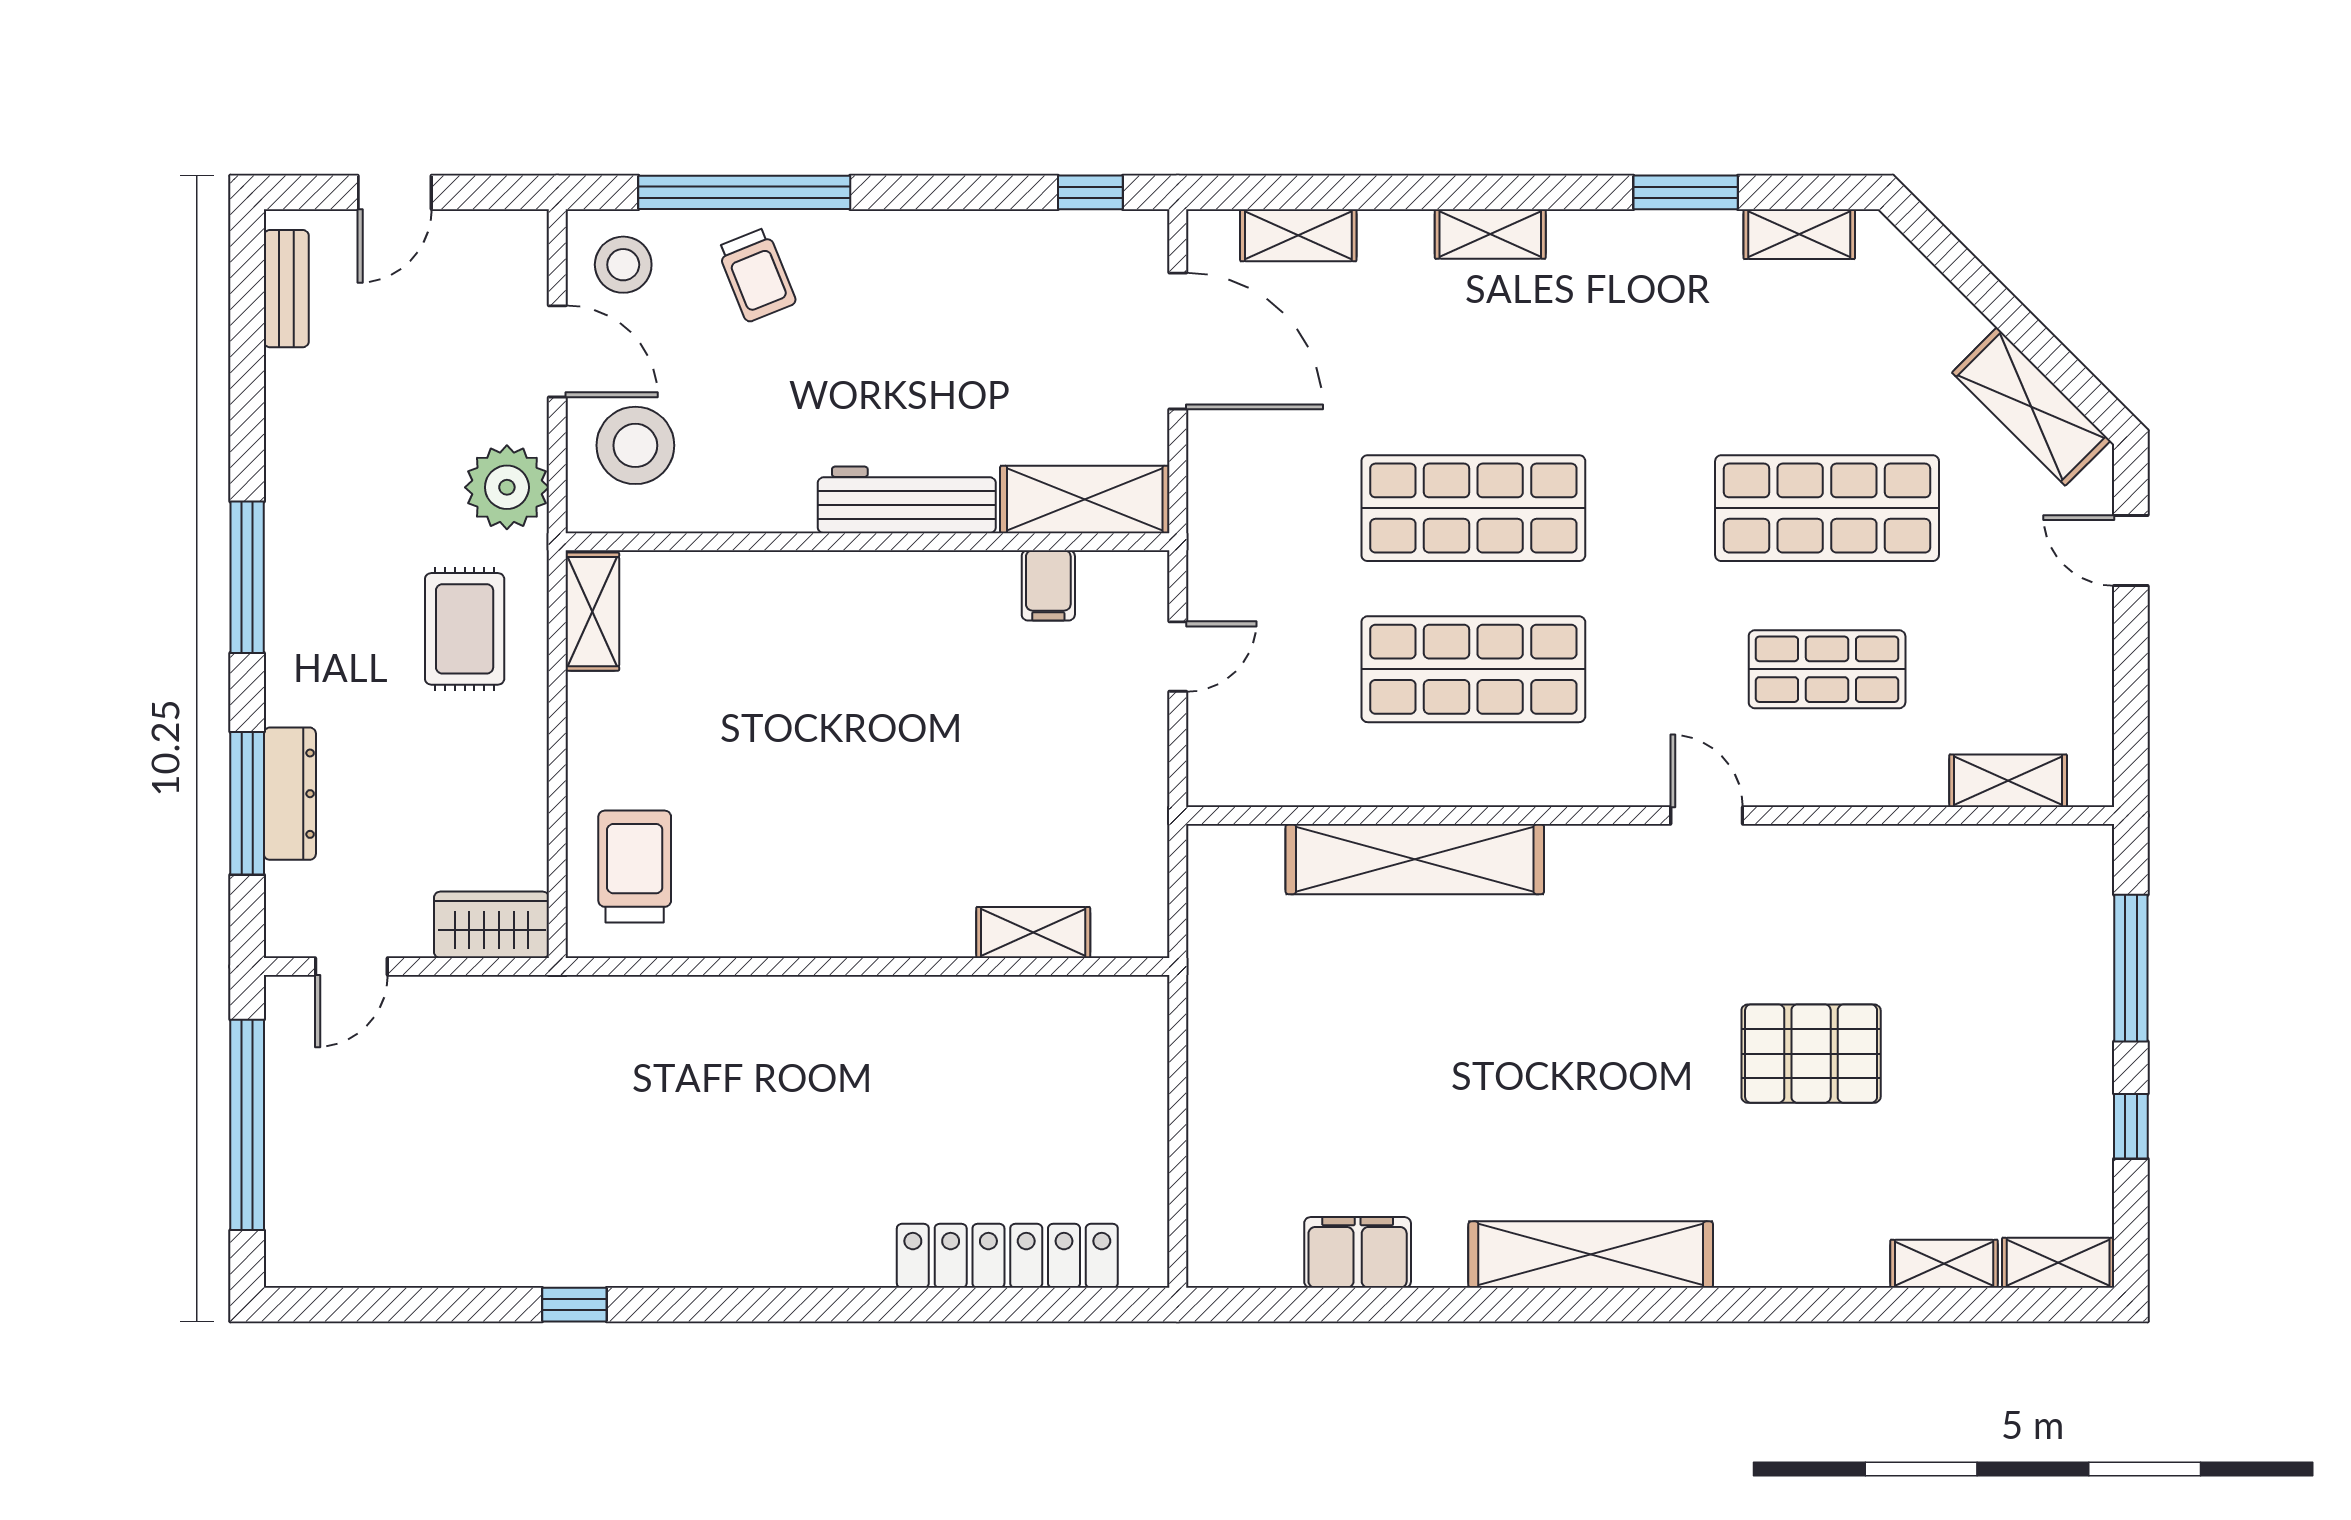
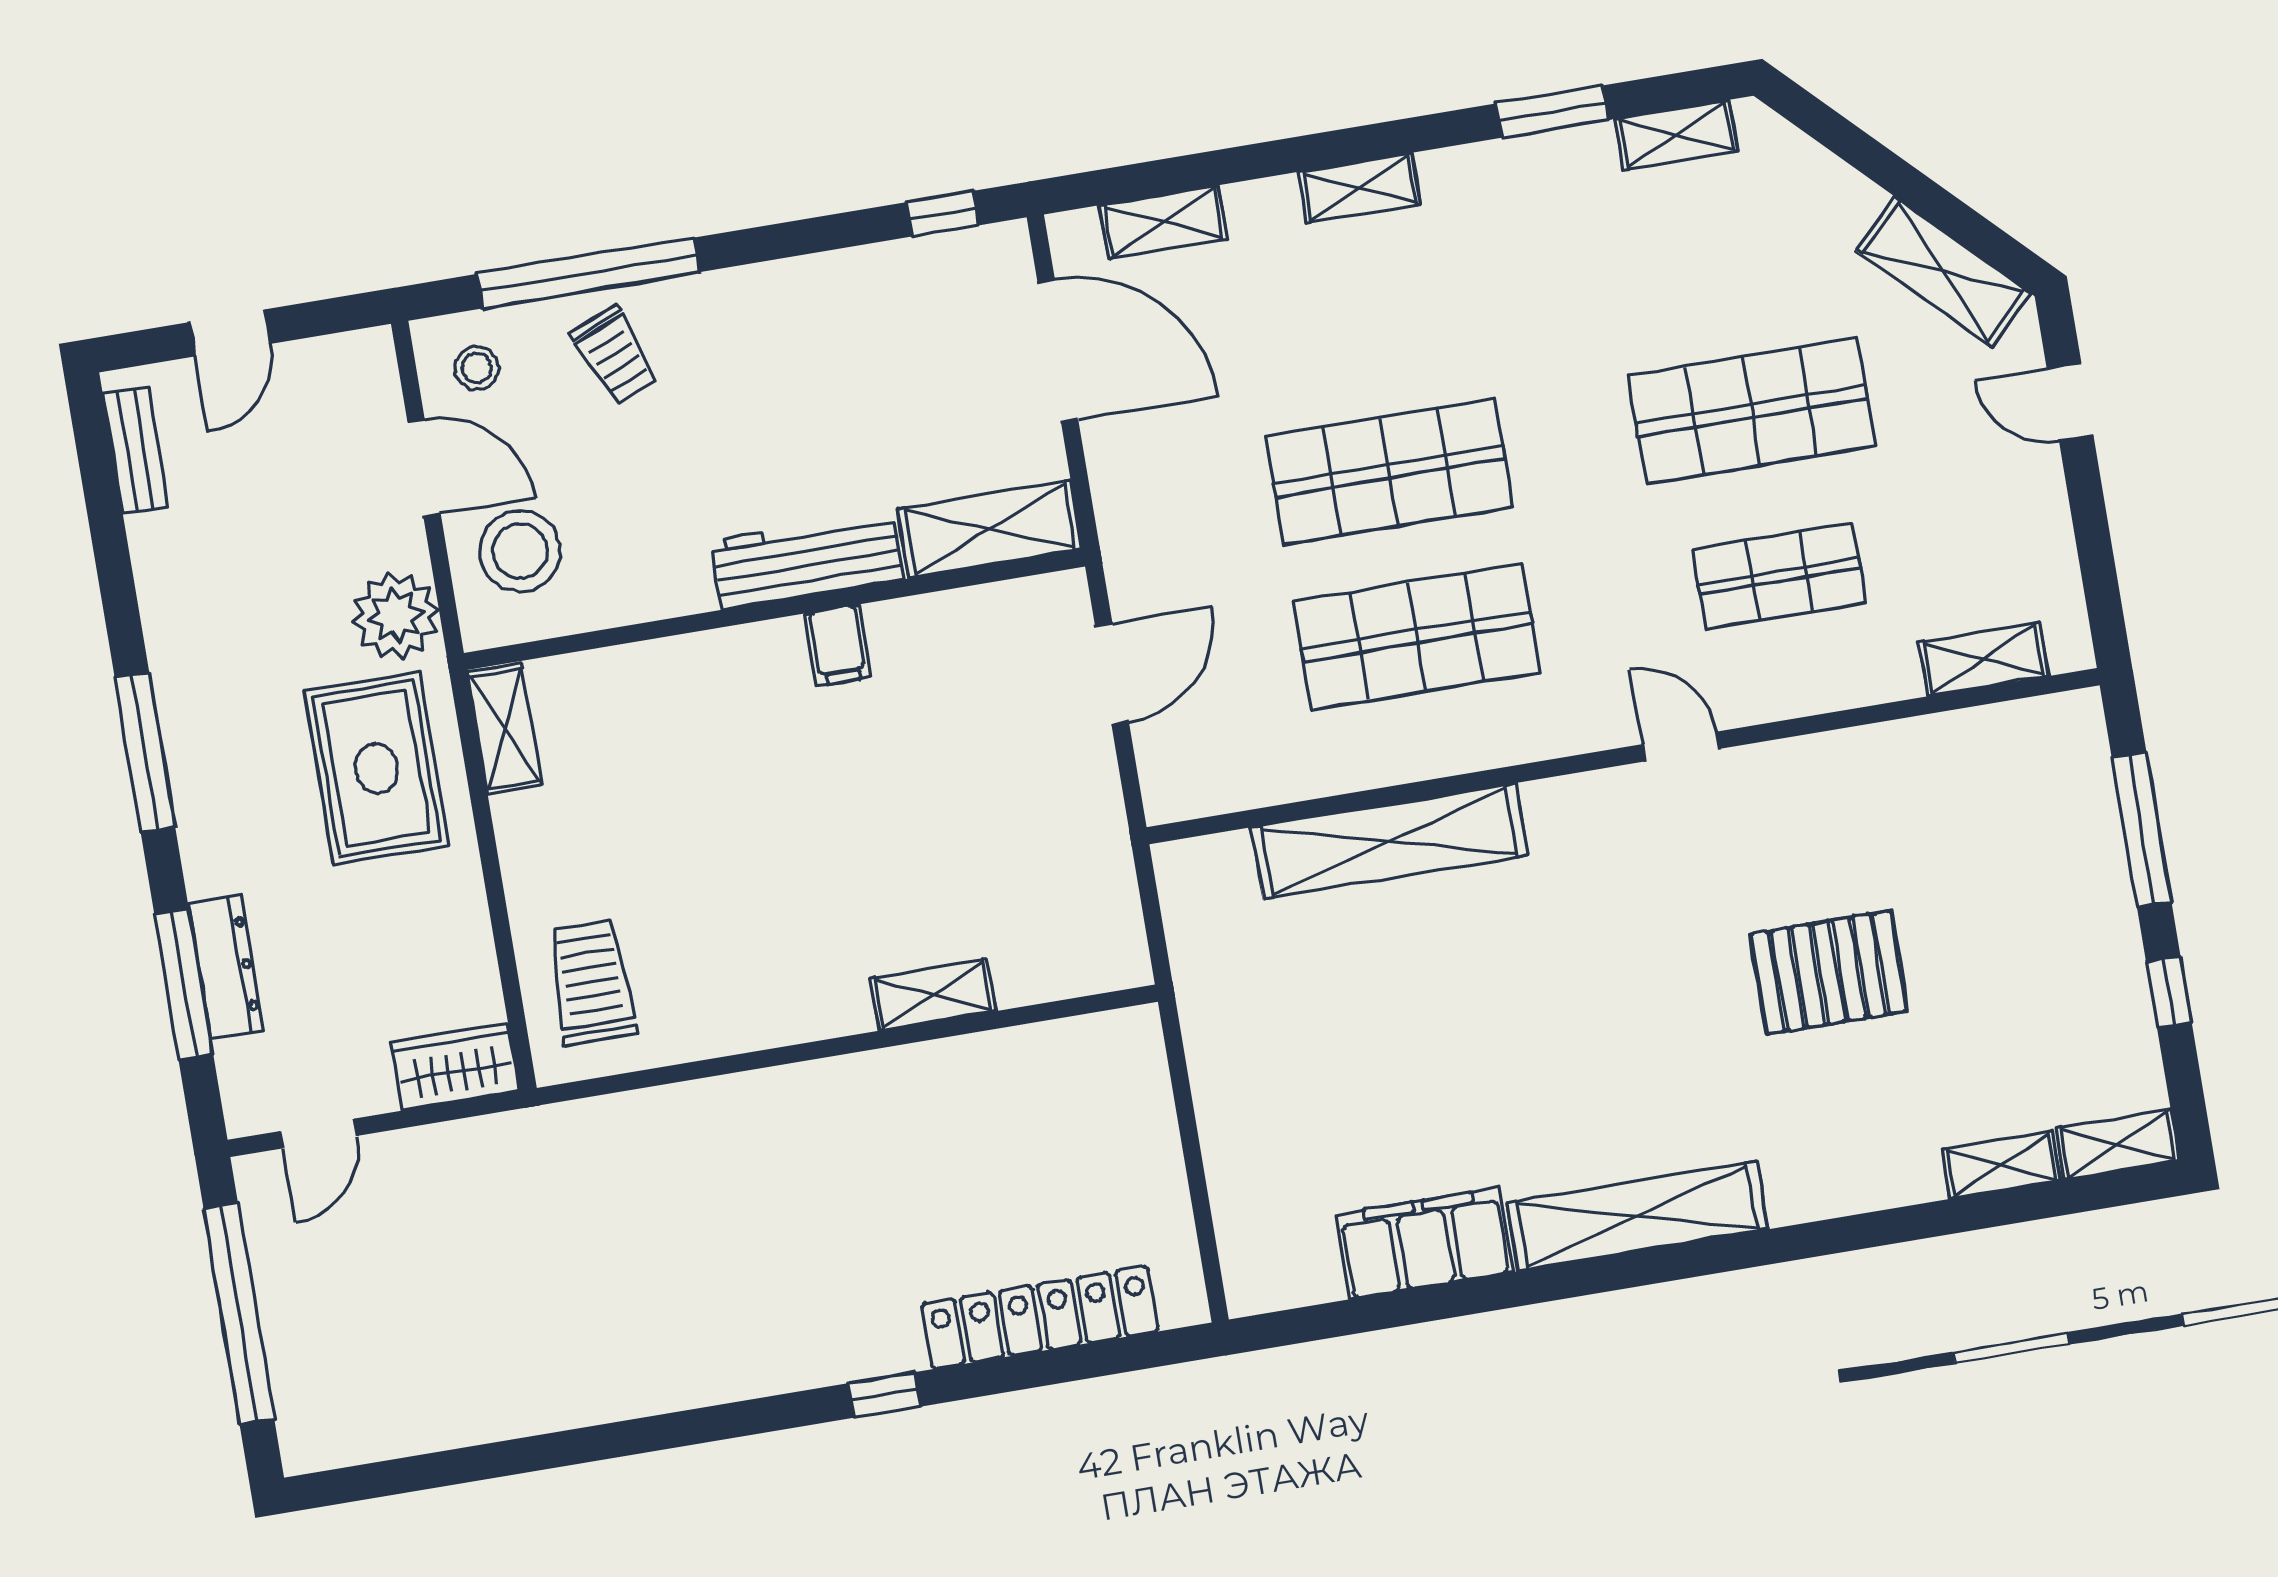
stool: (623, 265) -> (477, 368), width x0.73, depth x0.73
filing cabinet: (1048, 585) -> (838, 645), moved
rug: (465, 629) -> (377, 768), width x1.36, depth x1.43
door: (1178, 656) -> (1112, 674), width x1.38
shelving: (1033, 932) -> (933, 995), moved
filing cabinet: (1358, 1252) -> (1425, 1243), width x1.50, depth x1.17
window: (574, 1305) -> (885, 1395), moved

